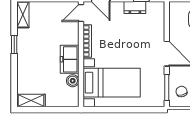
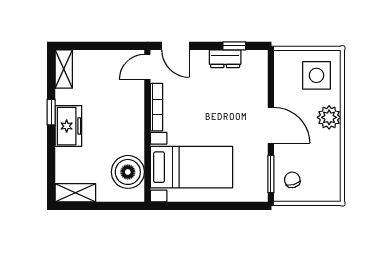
freezer: (70, 59) -> (68, 126), moved, turned 180
boiler: (73, 81) -> (128, 172), width x1.86, depth x1.86

